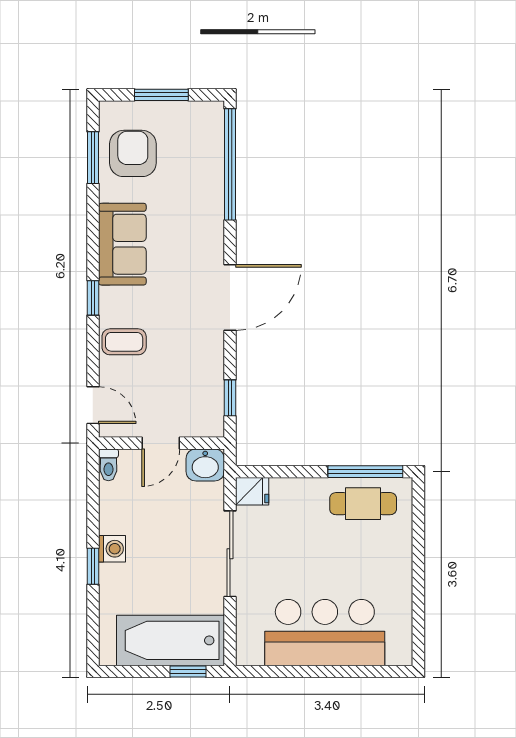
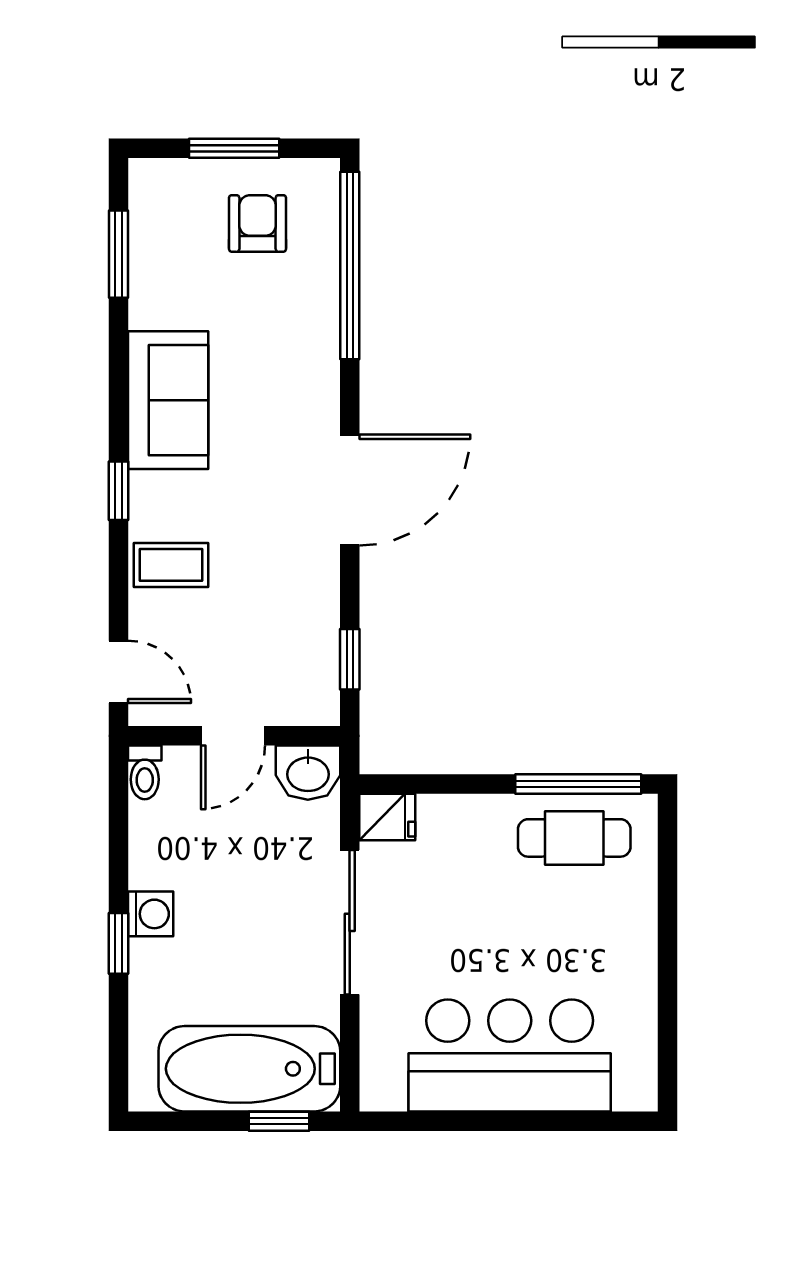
armchair: (133, 153) -> (258, 223), moved, width x0.72, depth x0.72

